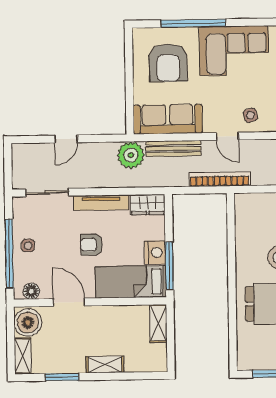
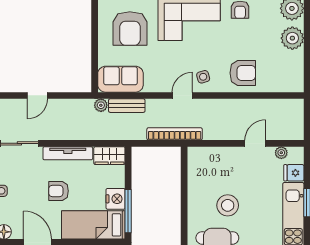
sofa: (168, 119) -> (120, 79), width x0.73
door: (227, 136) -> (182, 95), swing flipped
bench: (173, 148) -> (127, 106), width x0.73
plant: (131, 155) -> (101, 105), width x0.53, depth x0.53

